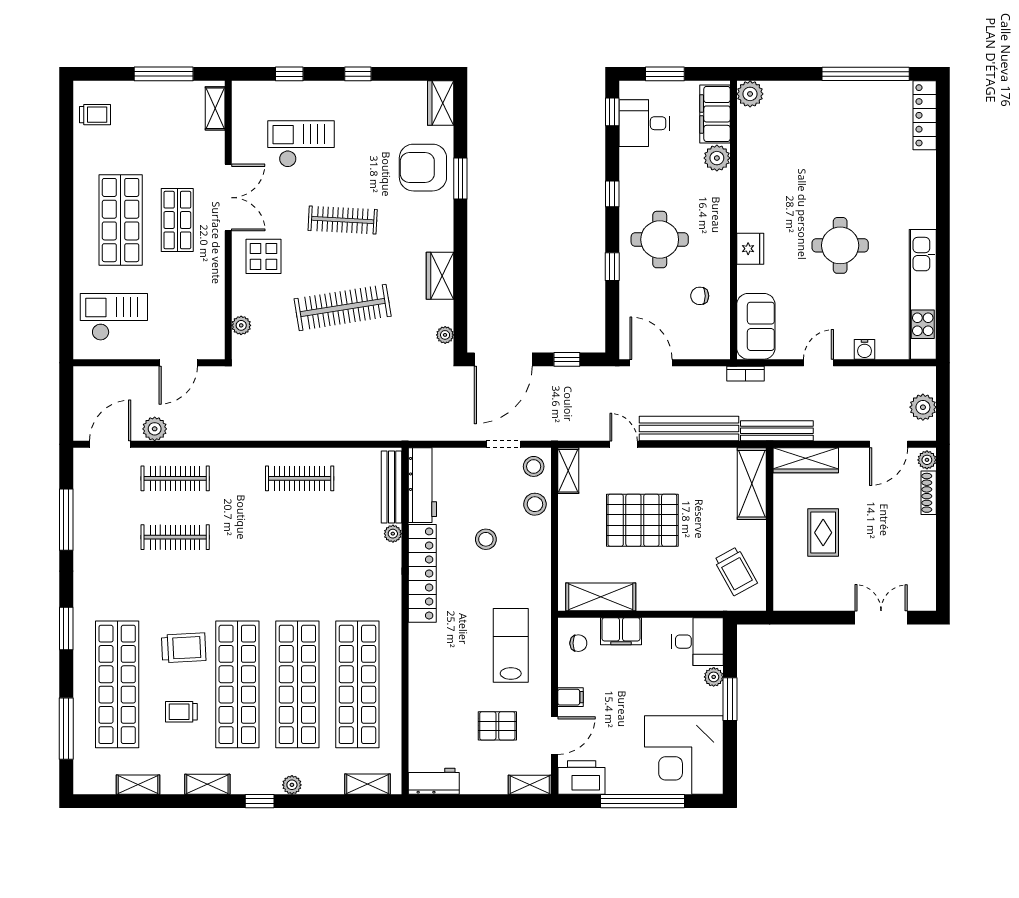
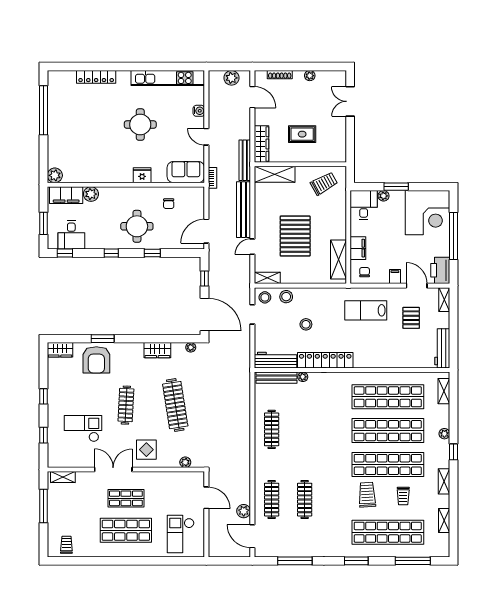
locker: (925, 115) -> (96, 77), moved
checkout: (301, 144) -> (83, 429), turned 90
plant: (927, 460) -> (310, 76), moved
workbench: (434, 781) -> (442, 348), width x1.37

